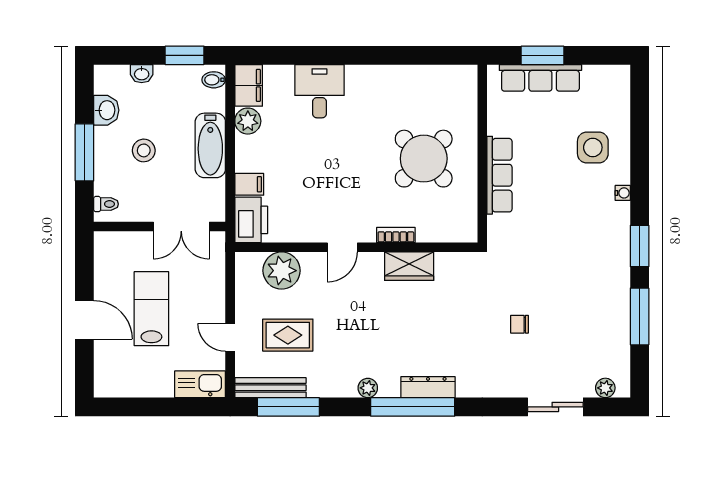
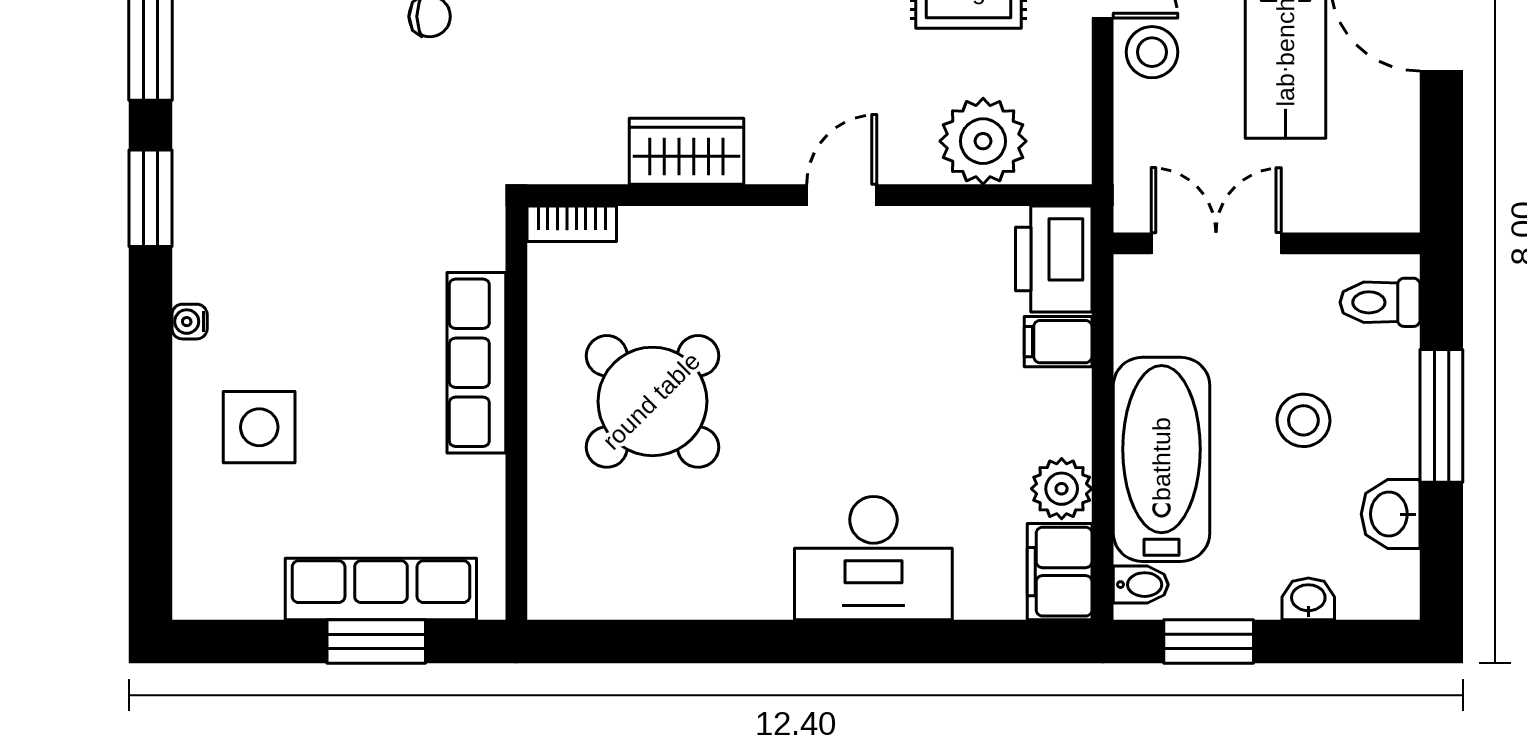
desk: (319, 91) -> (873, 558), width x1.37
bathtub: (210, 145) -> (1162, 459), width x1.36, depth x1.36
toilet: (106, 204) -> (1380, 302), width x1.37, depth x1.39
bookcase: (396, 235) -> (572, 224), moved
stool: (209, 309) -> (1152, 52), added

